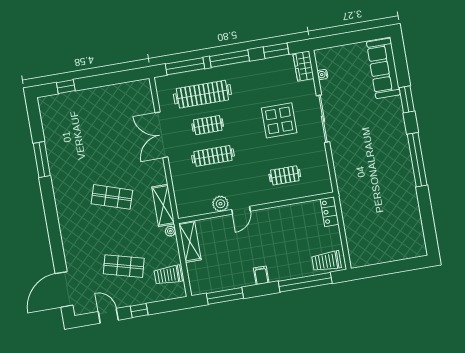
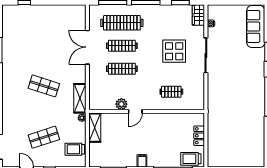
clothes rail: (208, 125) -> (122, 46), width x1.36
locker: (330, 212) -> (199, 136), moved
shop shelf: (124, 266) -> (44, 137), turned -33

